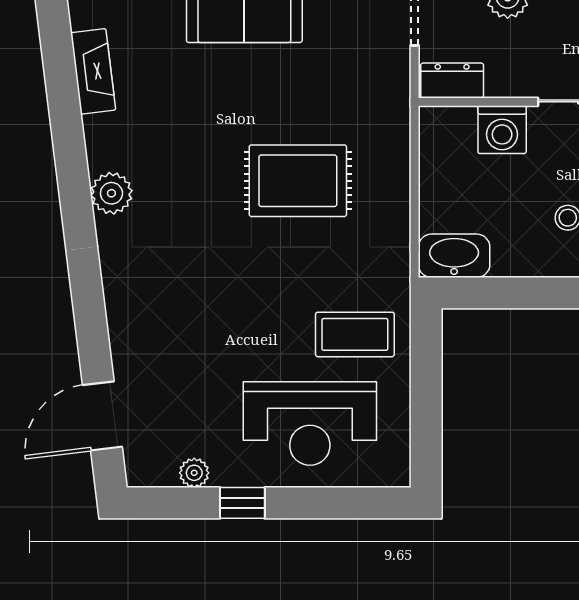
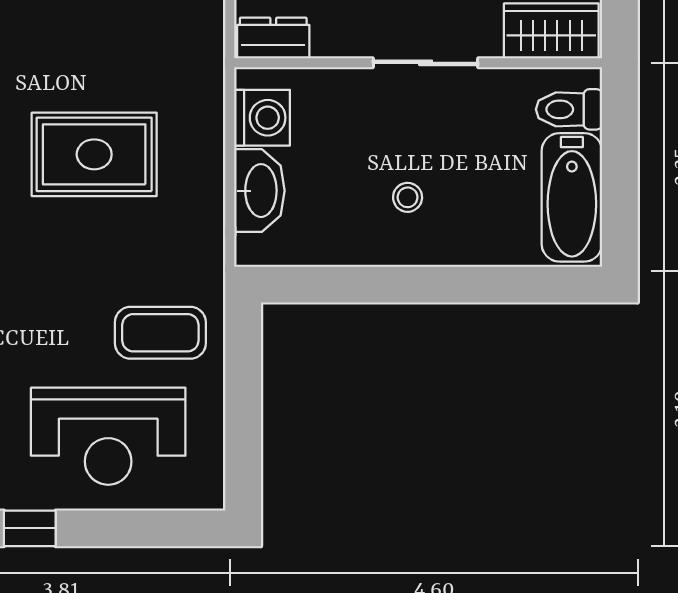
washing machine: (502, 130) -> (262, 118), moved, turned -90
washbasin: (454, 256) -> (259, 191), moved, turned 90

